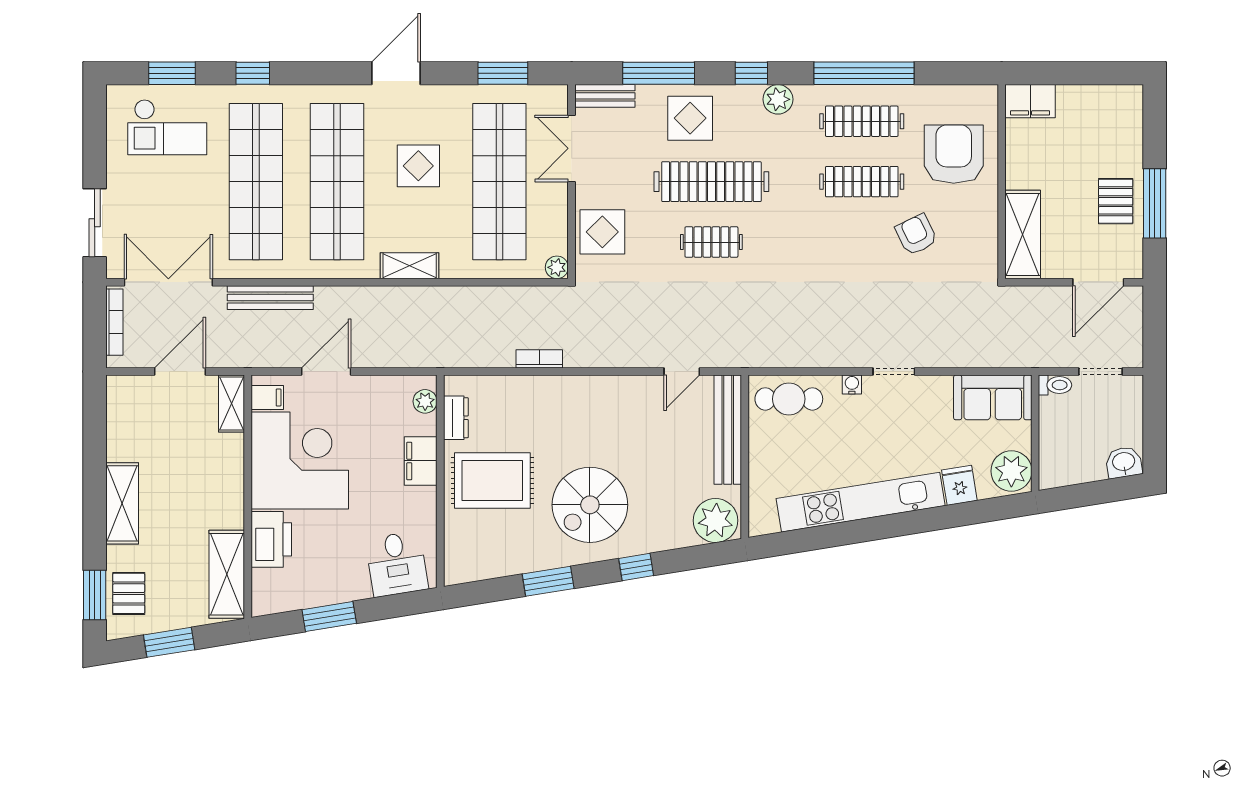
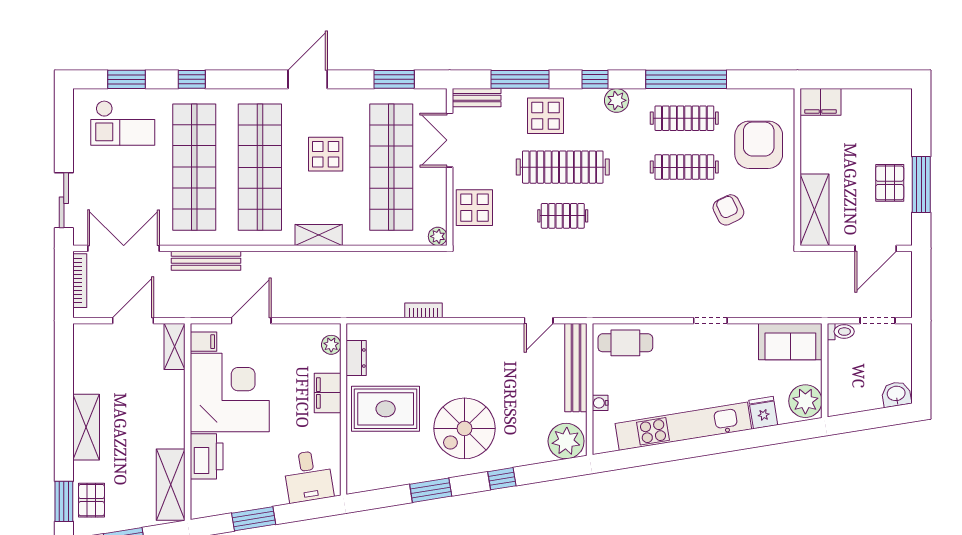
water cooler: (852, 384) -> (600, 403), moved, turned -90

